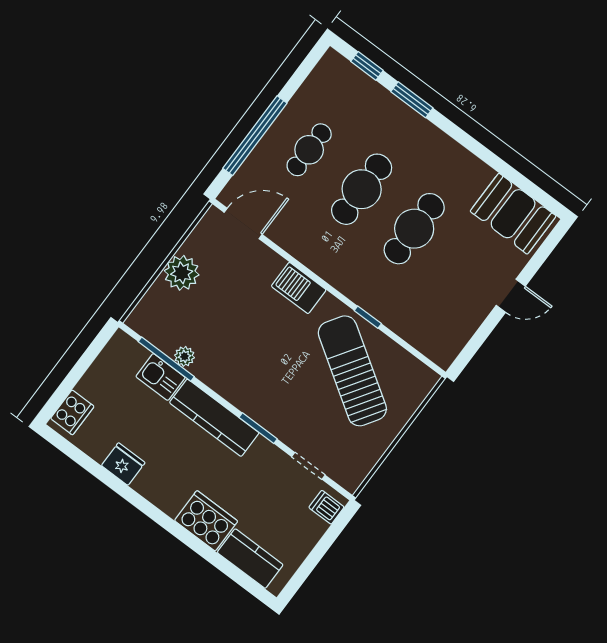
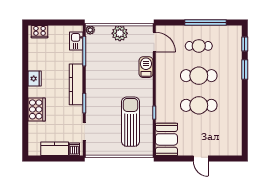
window: (255, 136) -> (206, 22), moved
booth: (513, 214) -> (166, 139), moved
barbecue: (299, 288) -> (146, 67), moved
plant: (184, 356) -> (90, 30), moved
sun lounger: (352, 371) -> (131, 122), turned -33
kitchen sink: (160, 377) -> (76, 41), moved
fridge: (123, 464) -> (35, 79), moved
kitchen counter: (250, 559) -> (55, 149), moved, turned -90

